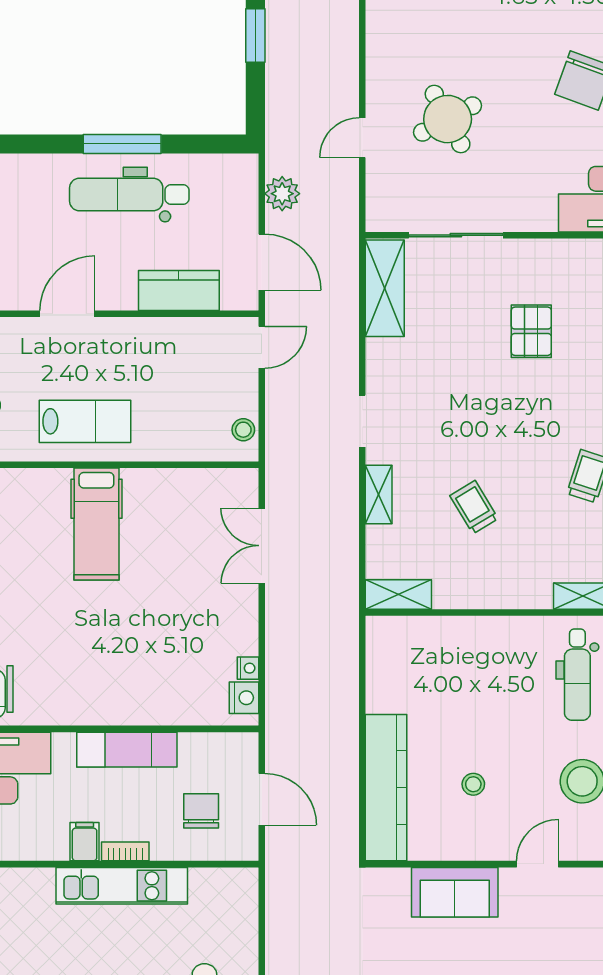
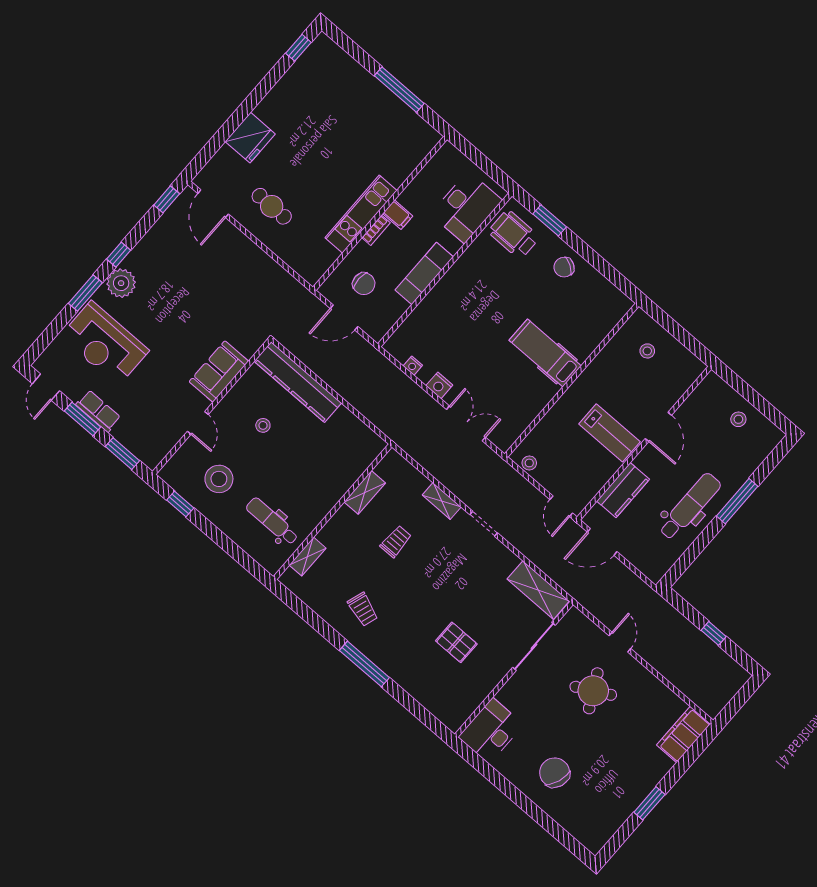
window: (255, 35) -> (714, 633), width x0.67
window: (122, 144) -> (737, 501), moved
plant: (282, 194) -> (626, 580), removed
lab bench: (85, 421) -> (609, 433), moved, turned -90
trolley: (474, 507) -> (396, 541), turned -59
shelving: (398, 595) -> (365, 492), moved
nightstand: (244, 698) -> (439, 385), moved

